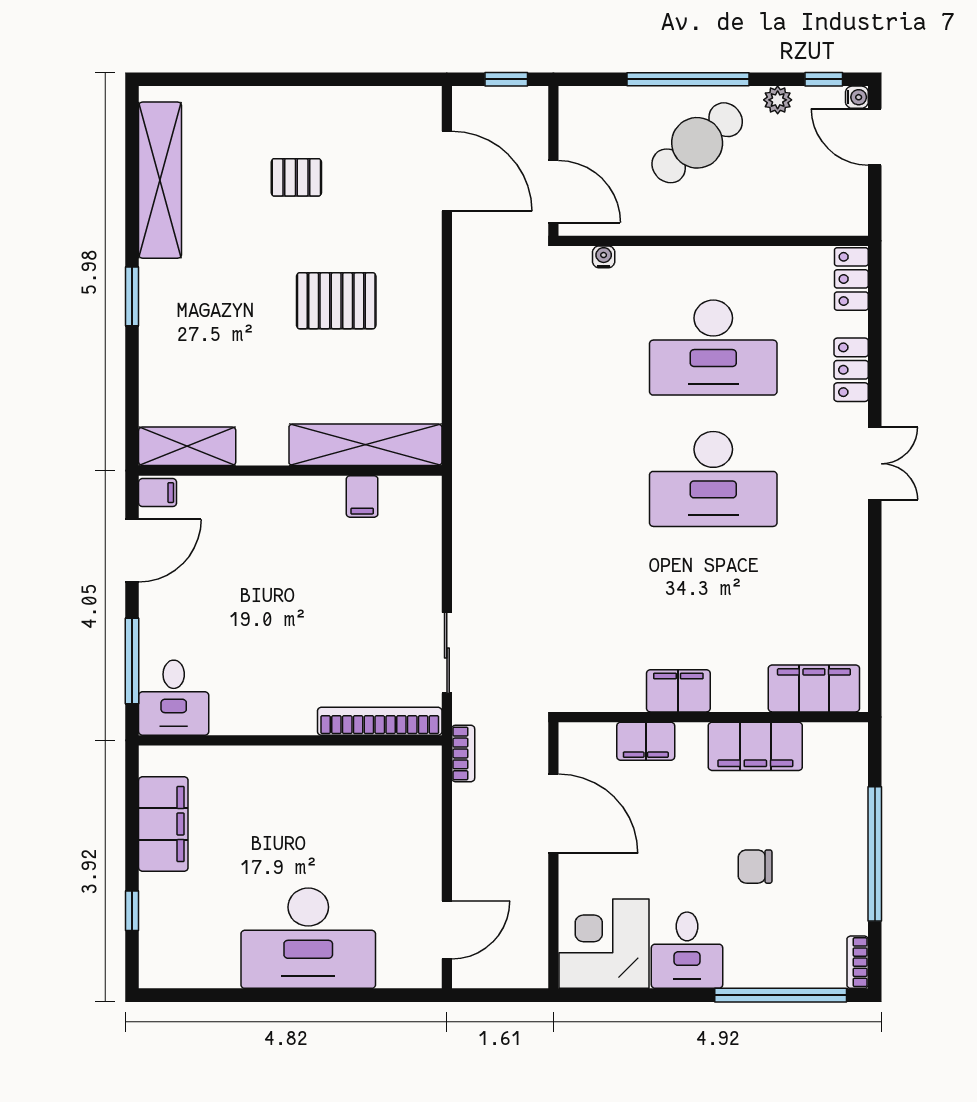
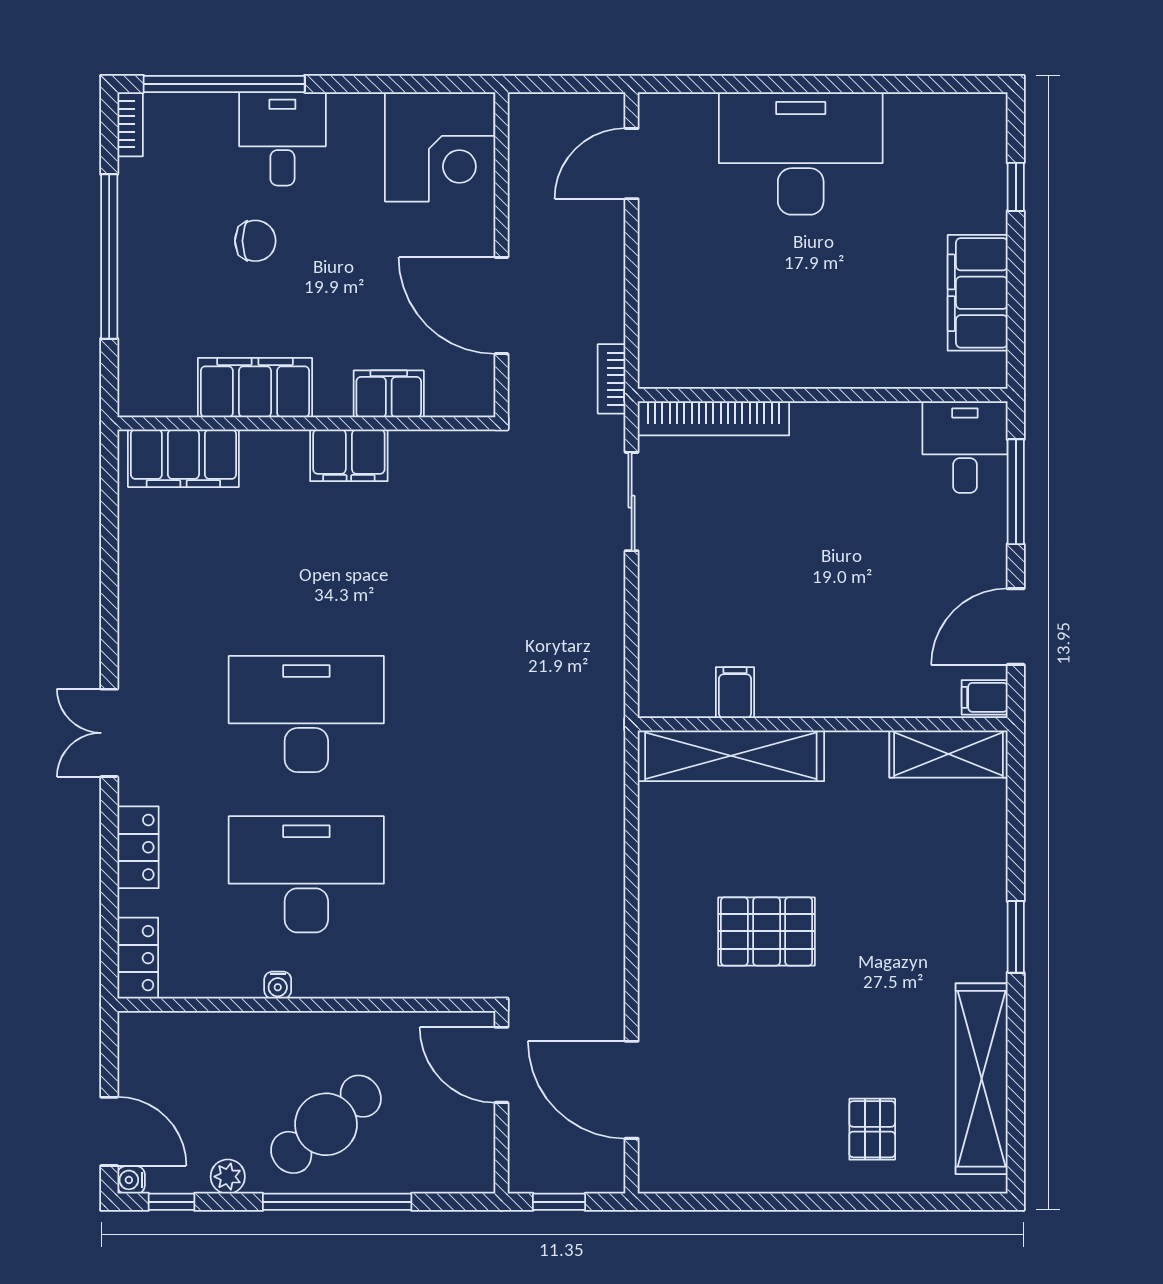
pallet: (296, 177) -> (872, 1129), moved, turned 90
water cooler: (604, 257) -> (278, 985), moved
desk: (687, 950) -> (282, 139), moved

